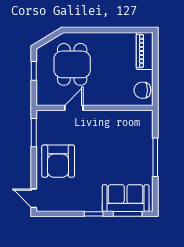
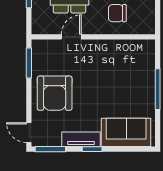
chair: (142, 90) -> (117, 13), moved
tv unit: (83, 205) -> (81, 139), added
window: (128, 214) -> (50, 149), moved

